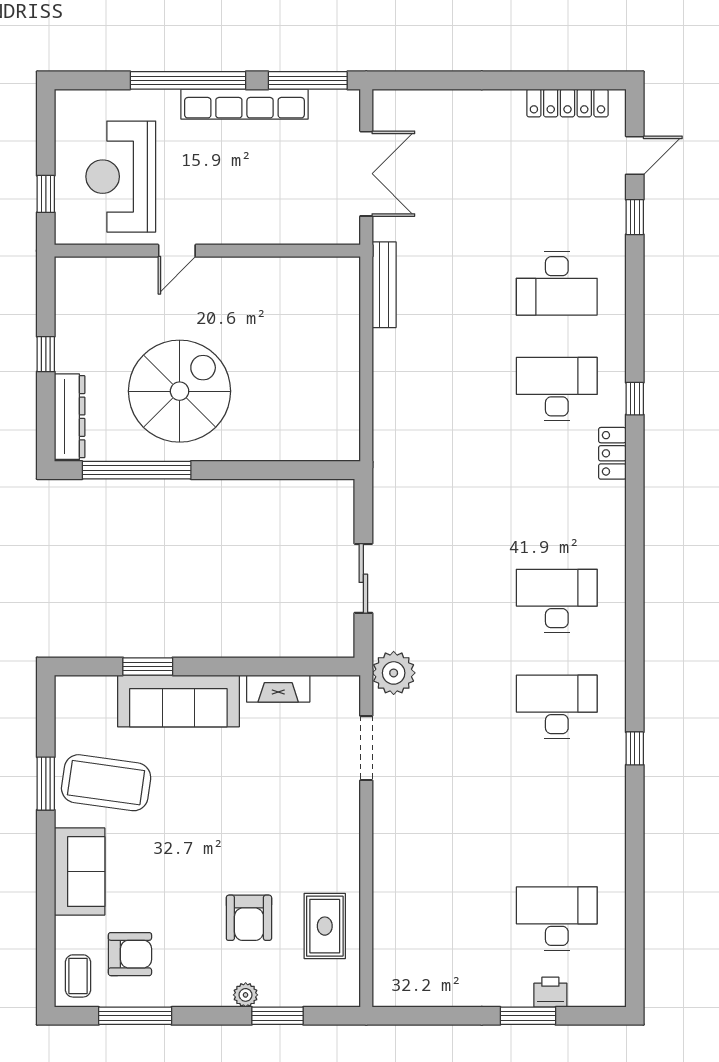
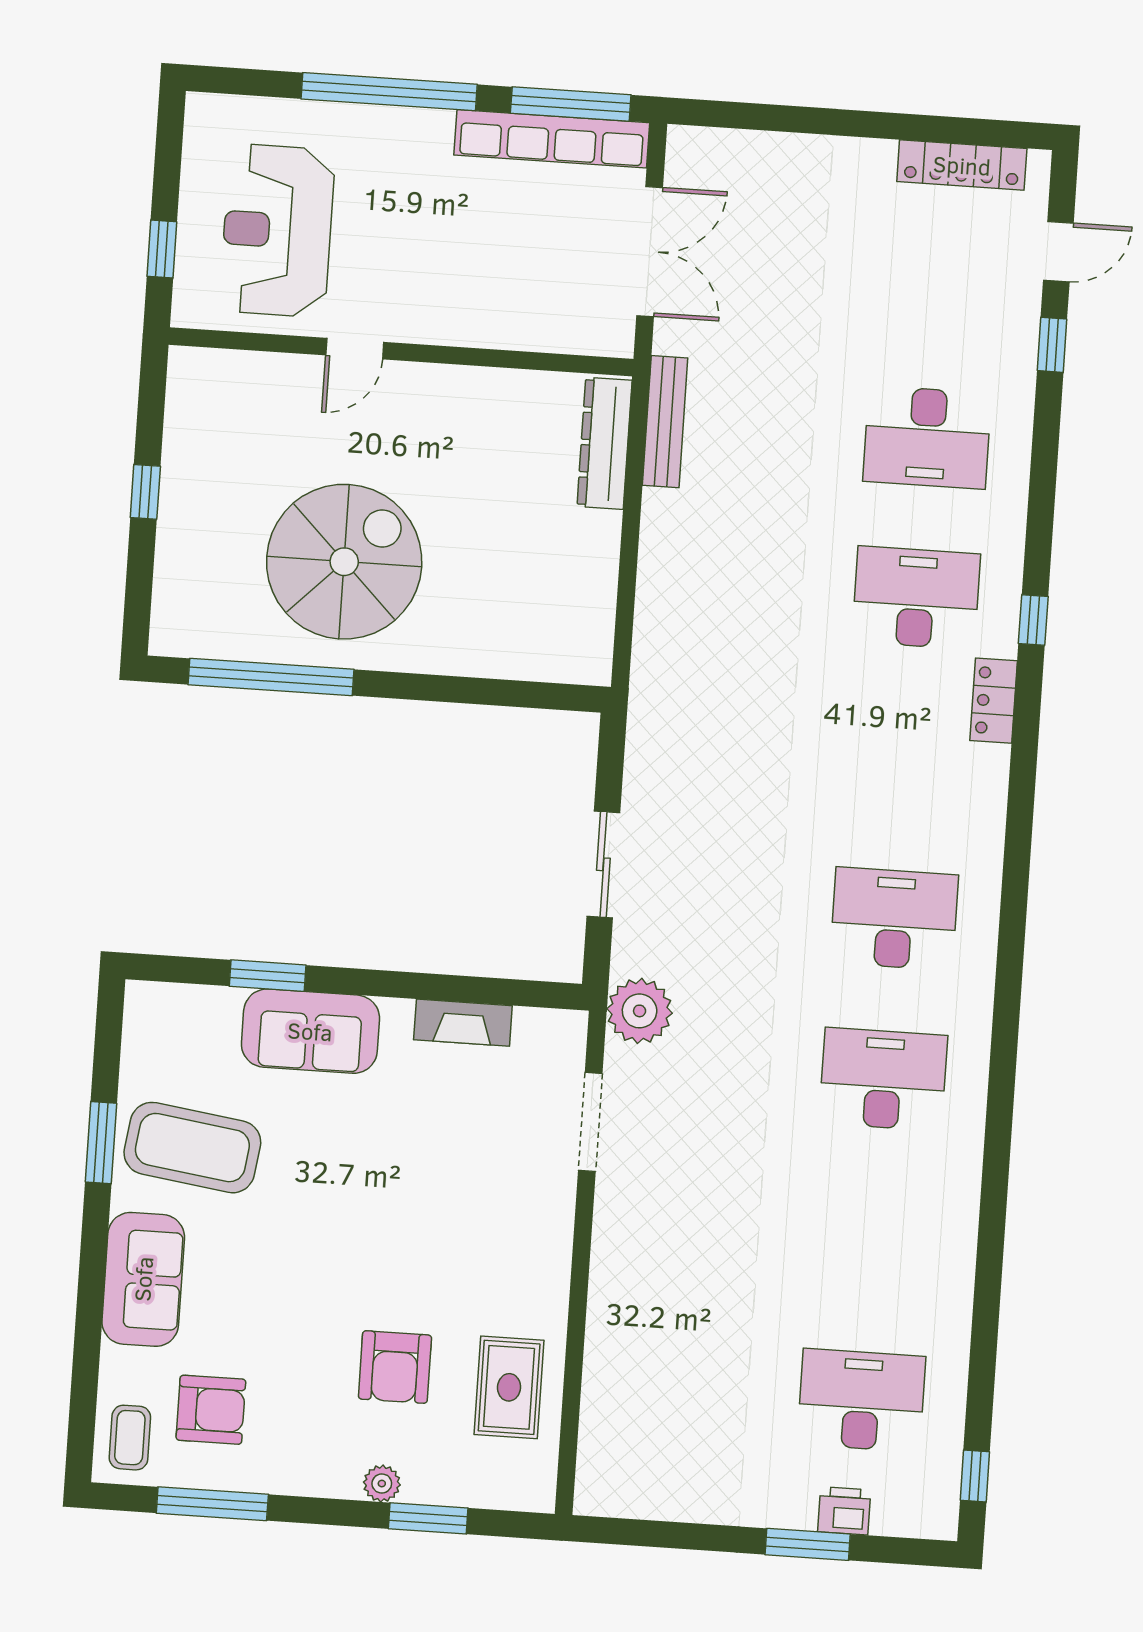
row of seats: (244, 104) -> (552, 139), moved
dresser: (70, 417) -> (605, 443), moved, turned 180
sofa: (178, 701) -> (310, 1031), width x0.73
window: (635, 748) -> (975, 1476), moved

